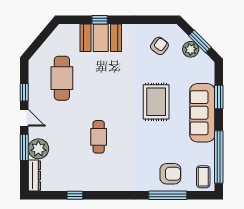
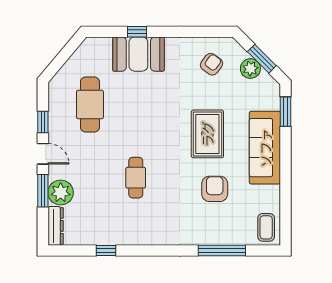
window: (219, 97) -> (286, 112), moved
window: (219, 157) -> (286, 203), removed
armchair: (170, 174) -> (215, 189), moved, turned -90

